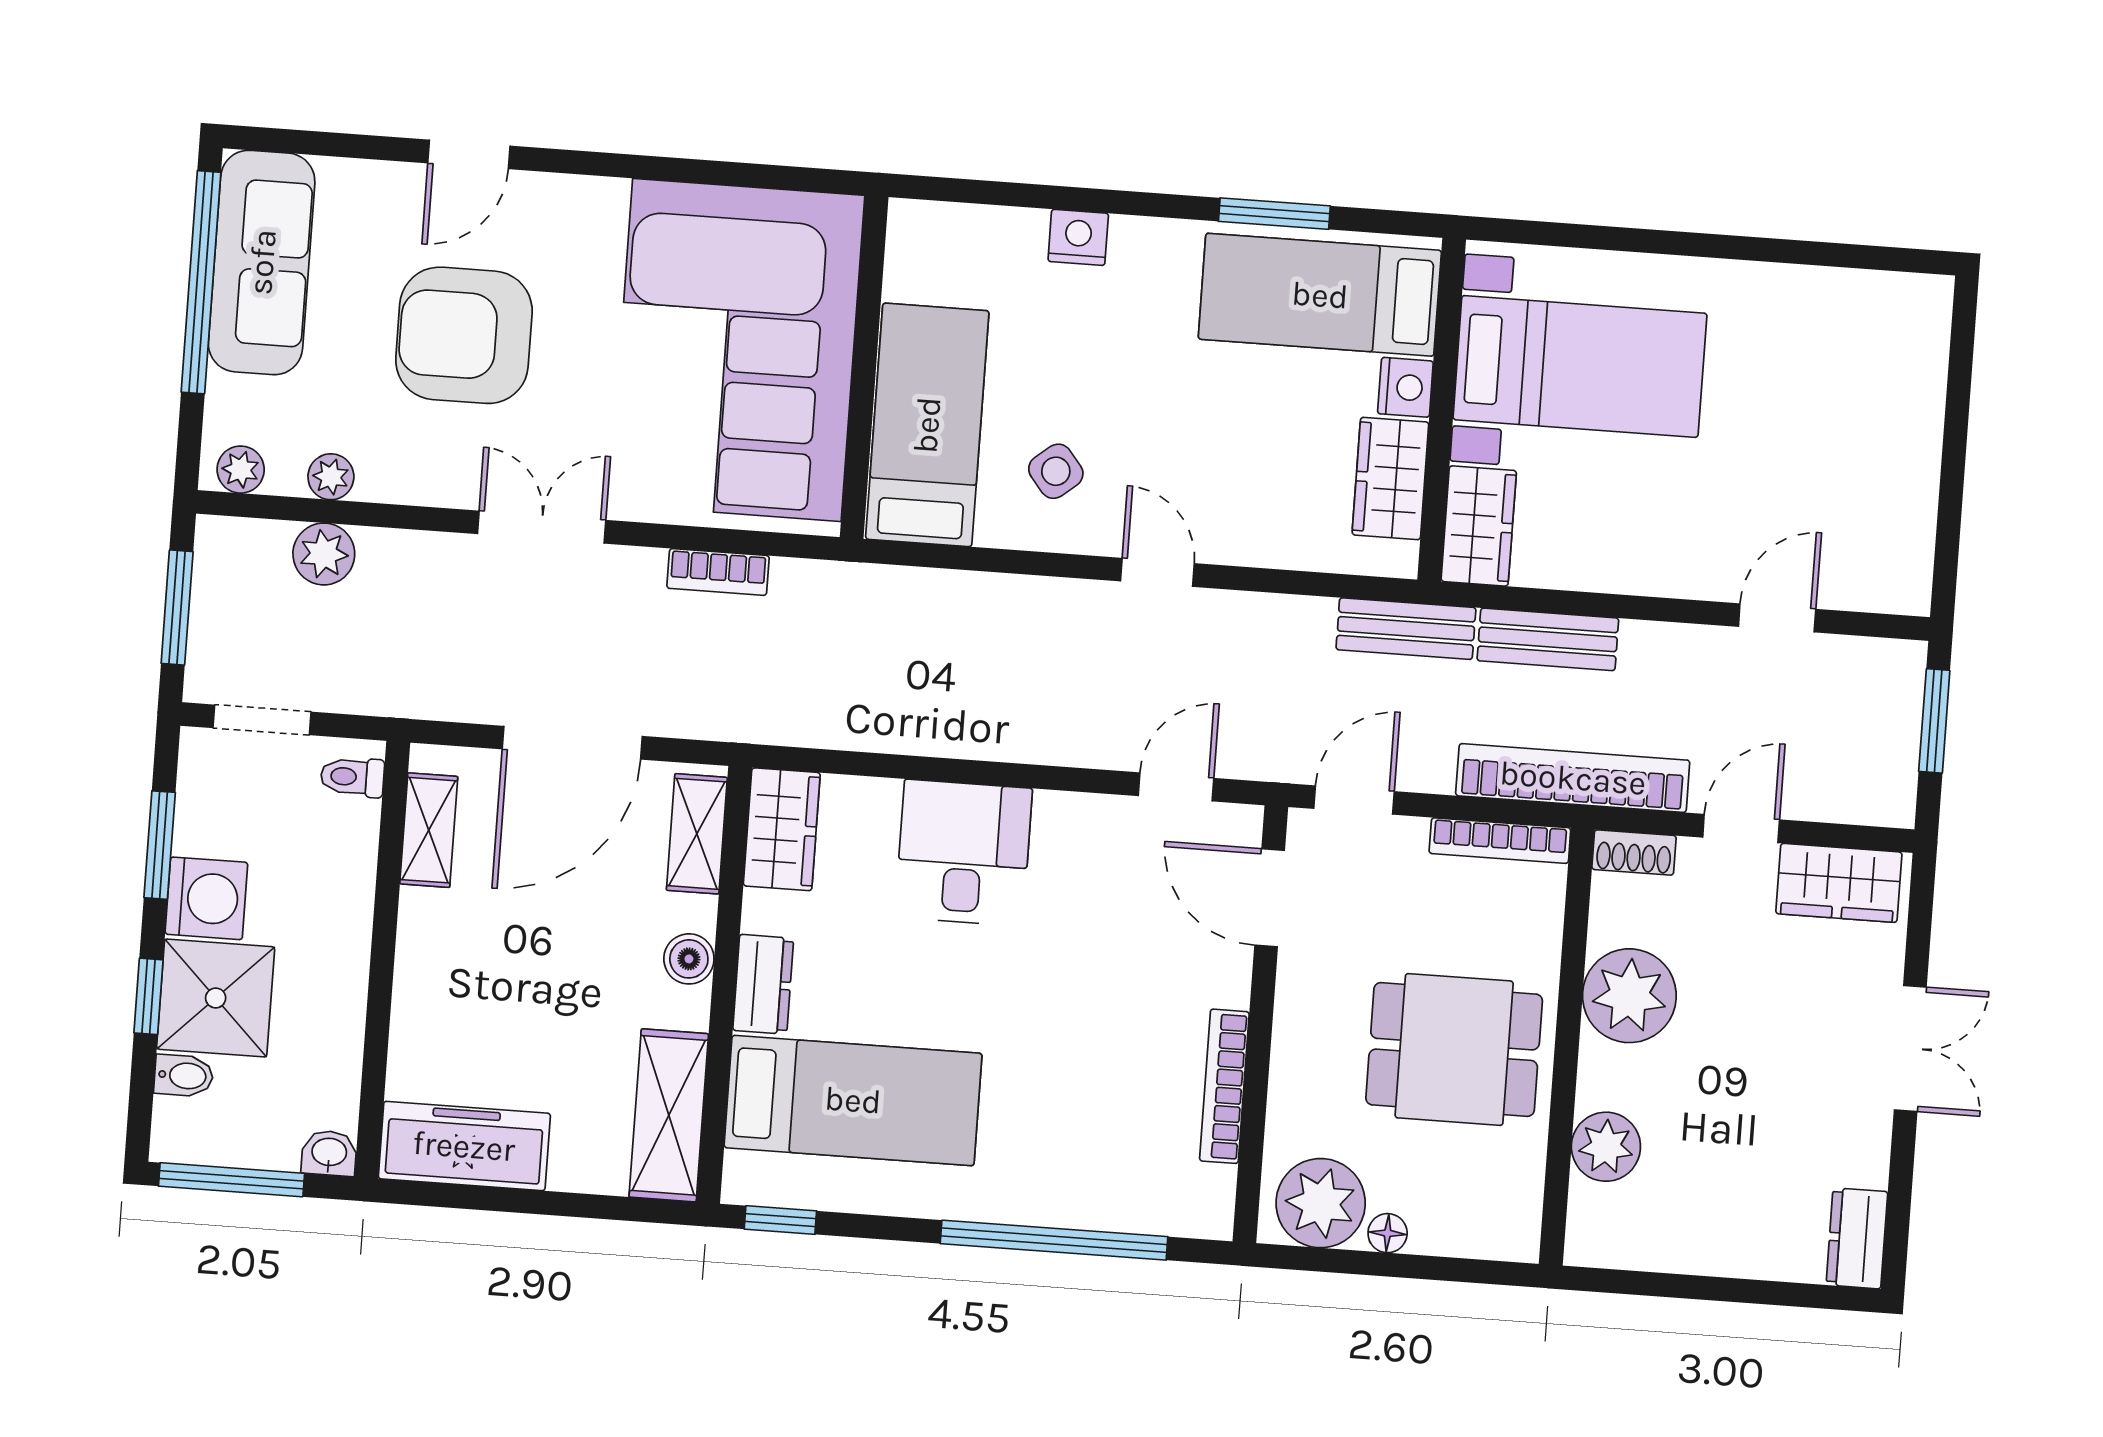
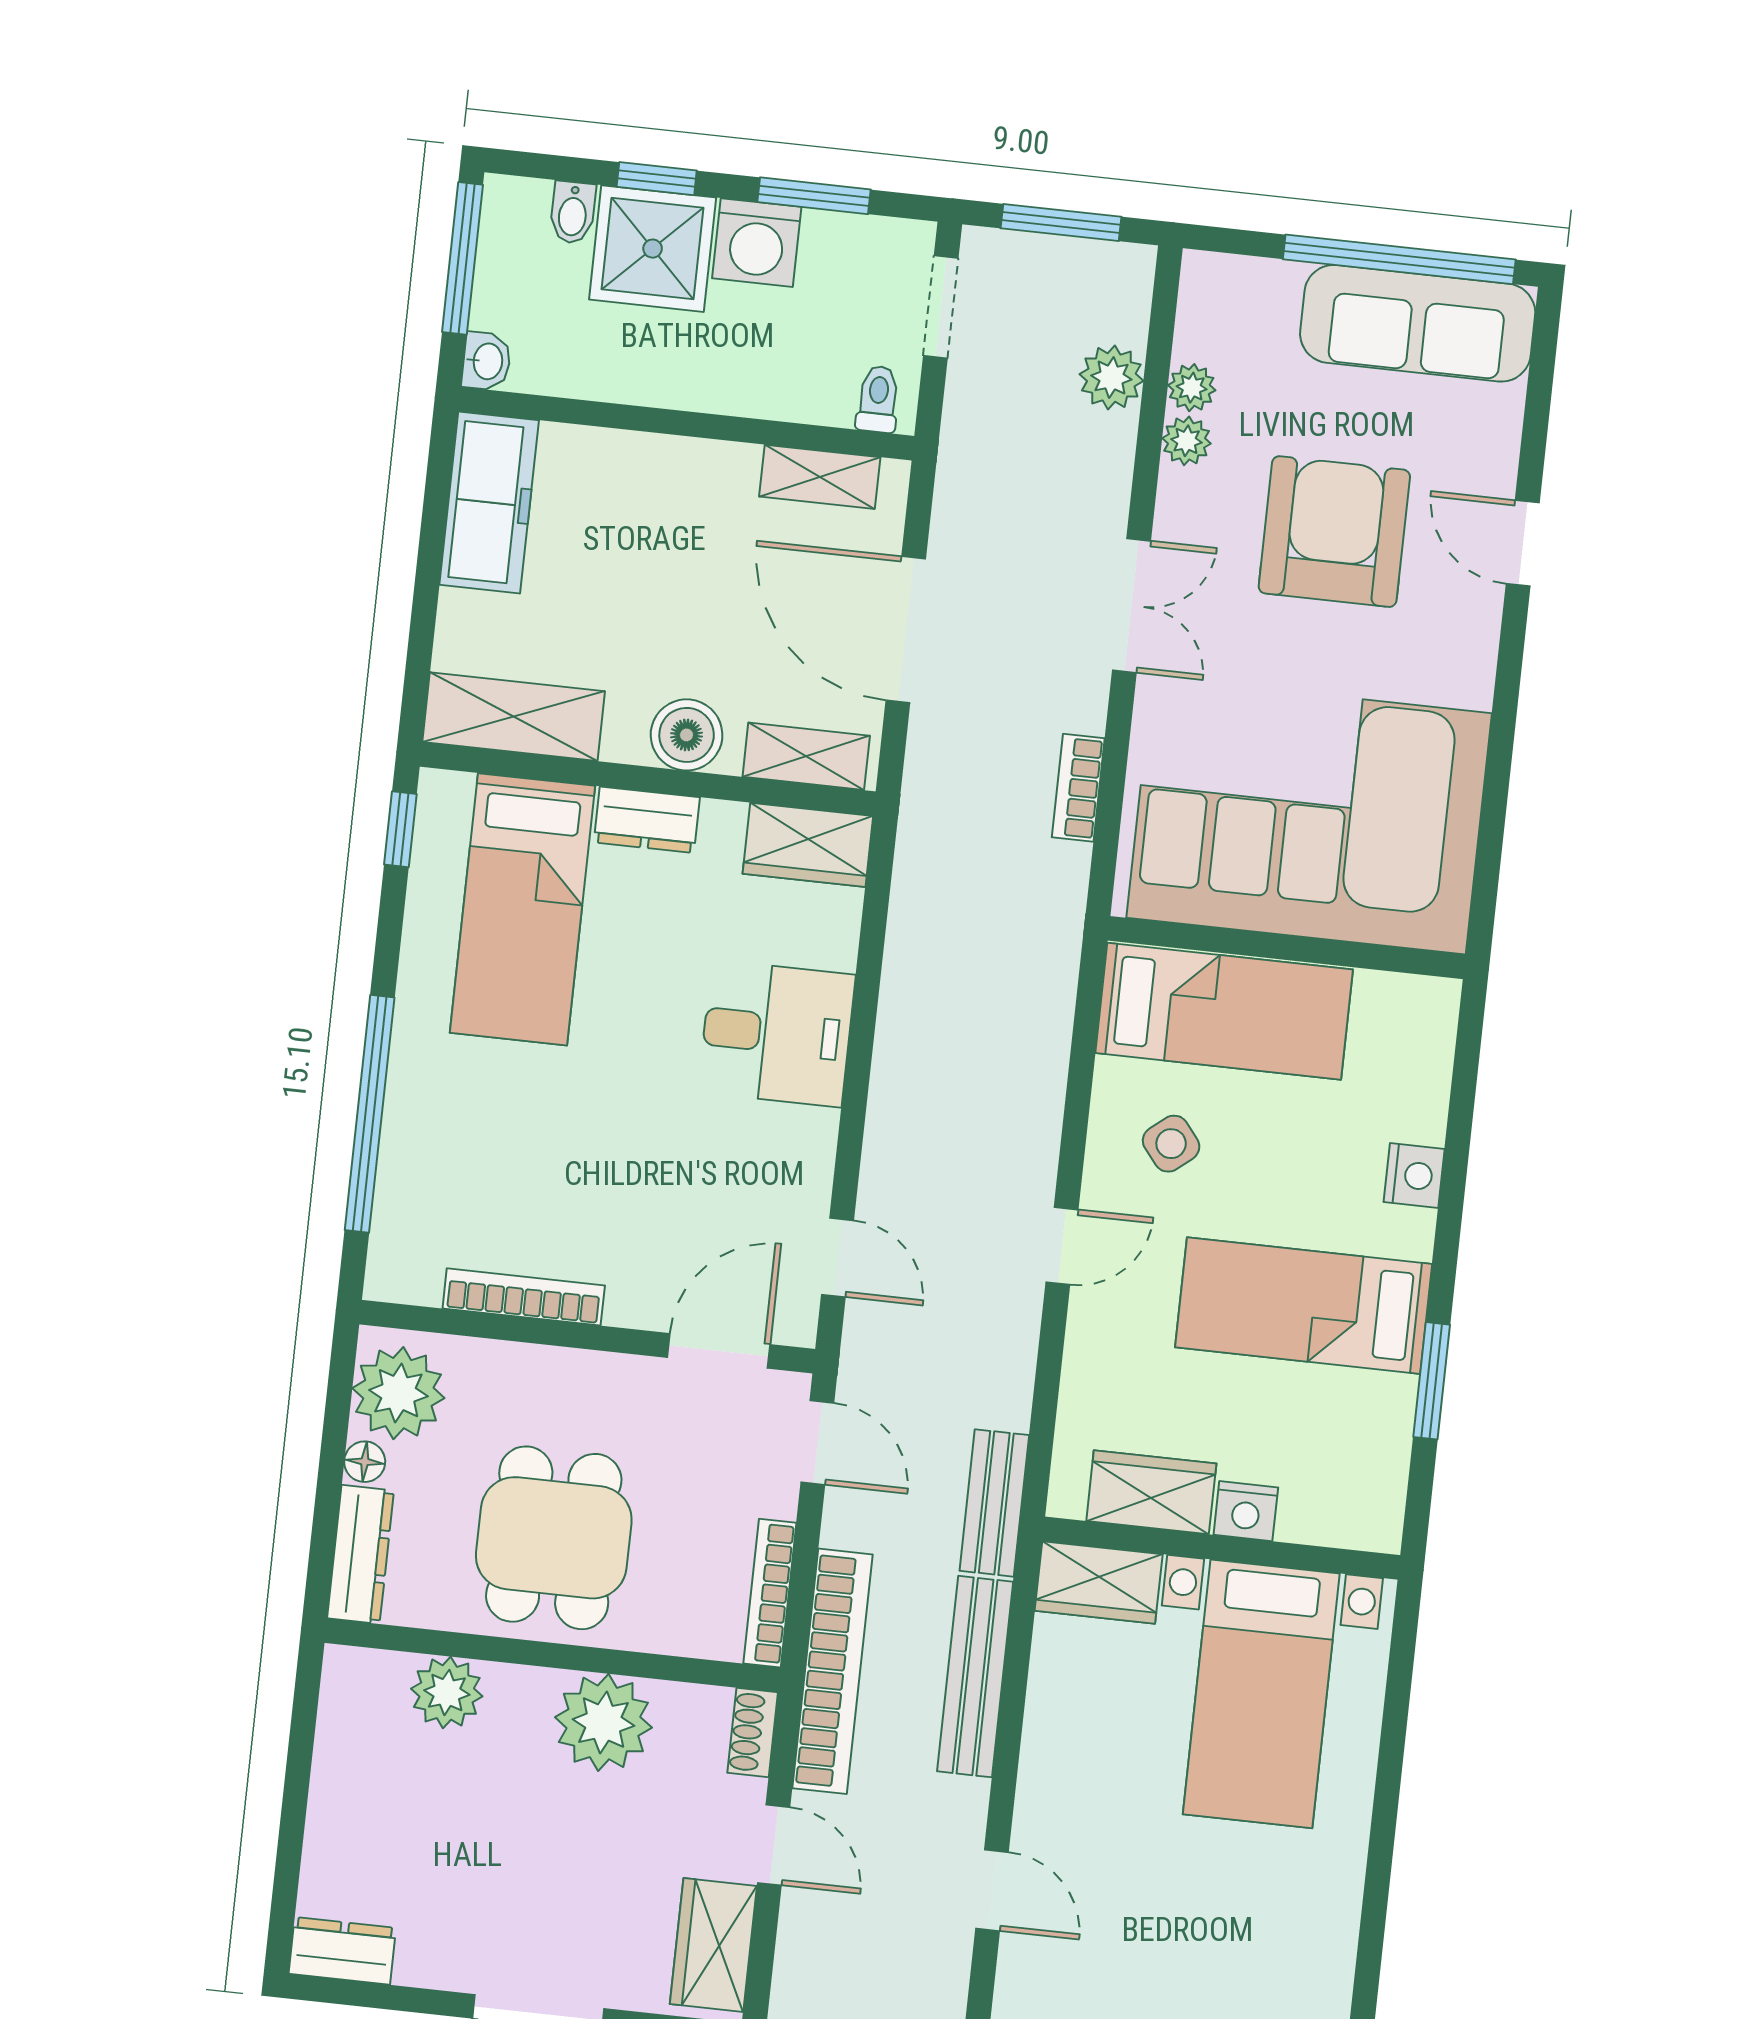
bed: (1320, 295) -> (1304, 1306), moved, turned -90
plant: (241, 470) -> (1187, 441), moved
bench: (1548, 639) -> (975, 1677), width x1.36
boiler: (689, 959) -> (687, 735), width x1.36, depth x1.36
dresser: (1476, 1234) -> (361, 1554), added

